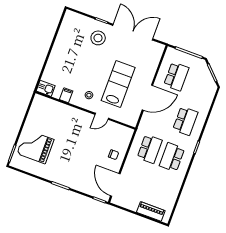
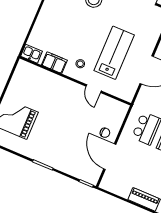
filing cabinet: (66, 95) -> (54, 63), width x2.00
door: (102, 116) -> (94, 89), hinge flipped
door: (115, 185) -> (110, 157), moved

